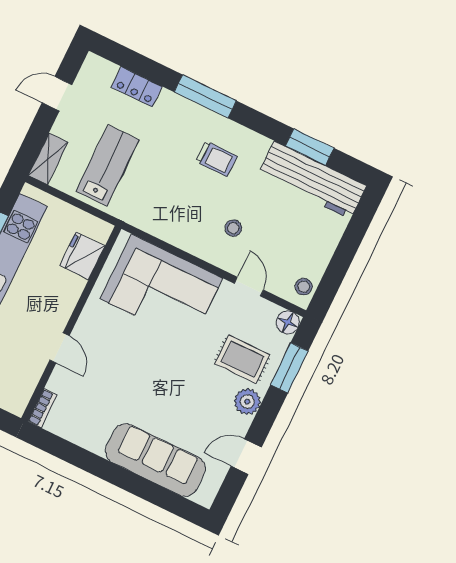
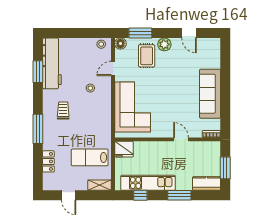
fridge: (82, 256) -> (124, 149), moved
door: (60, 348) -> (181, 139), hinge flipped
sofa: (155, 460) -> (210, 94), moved

